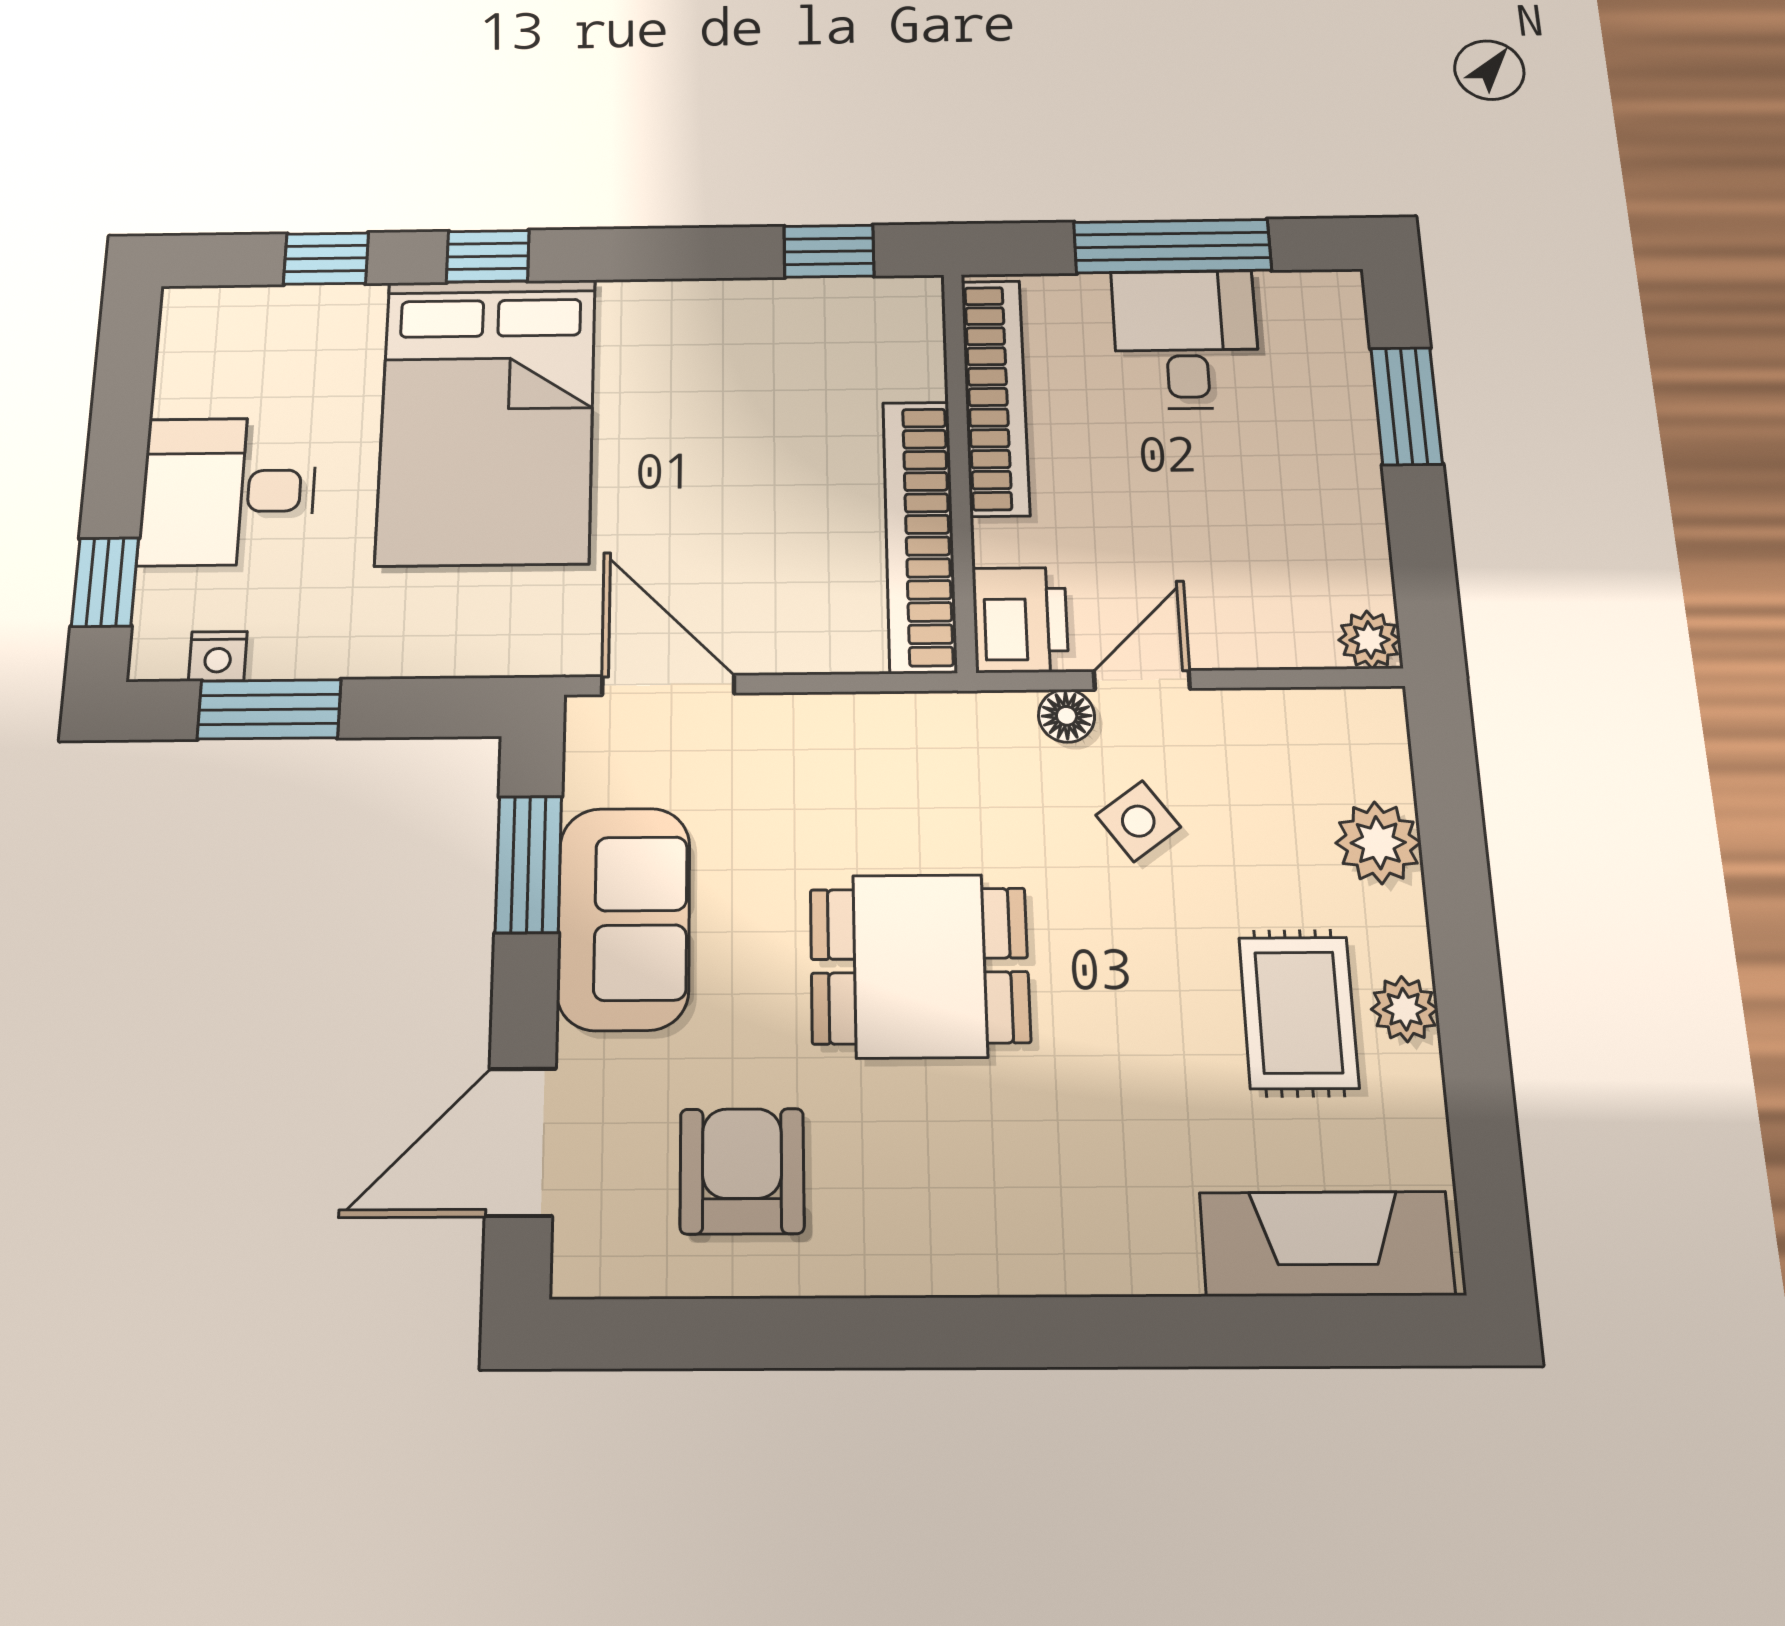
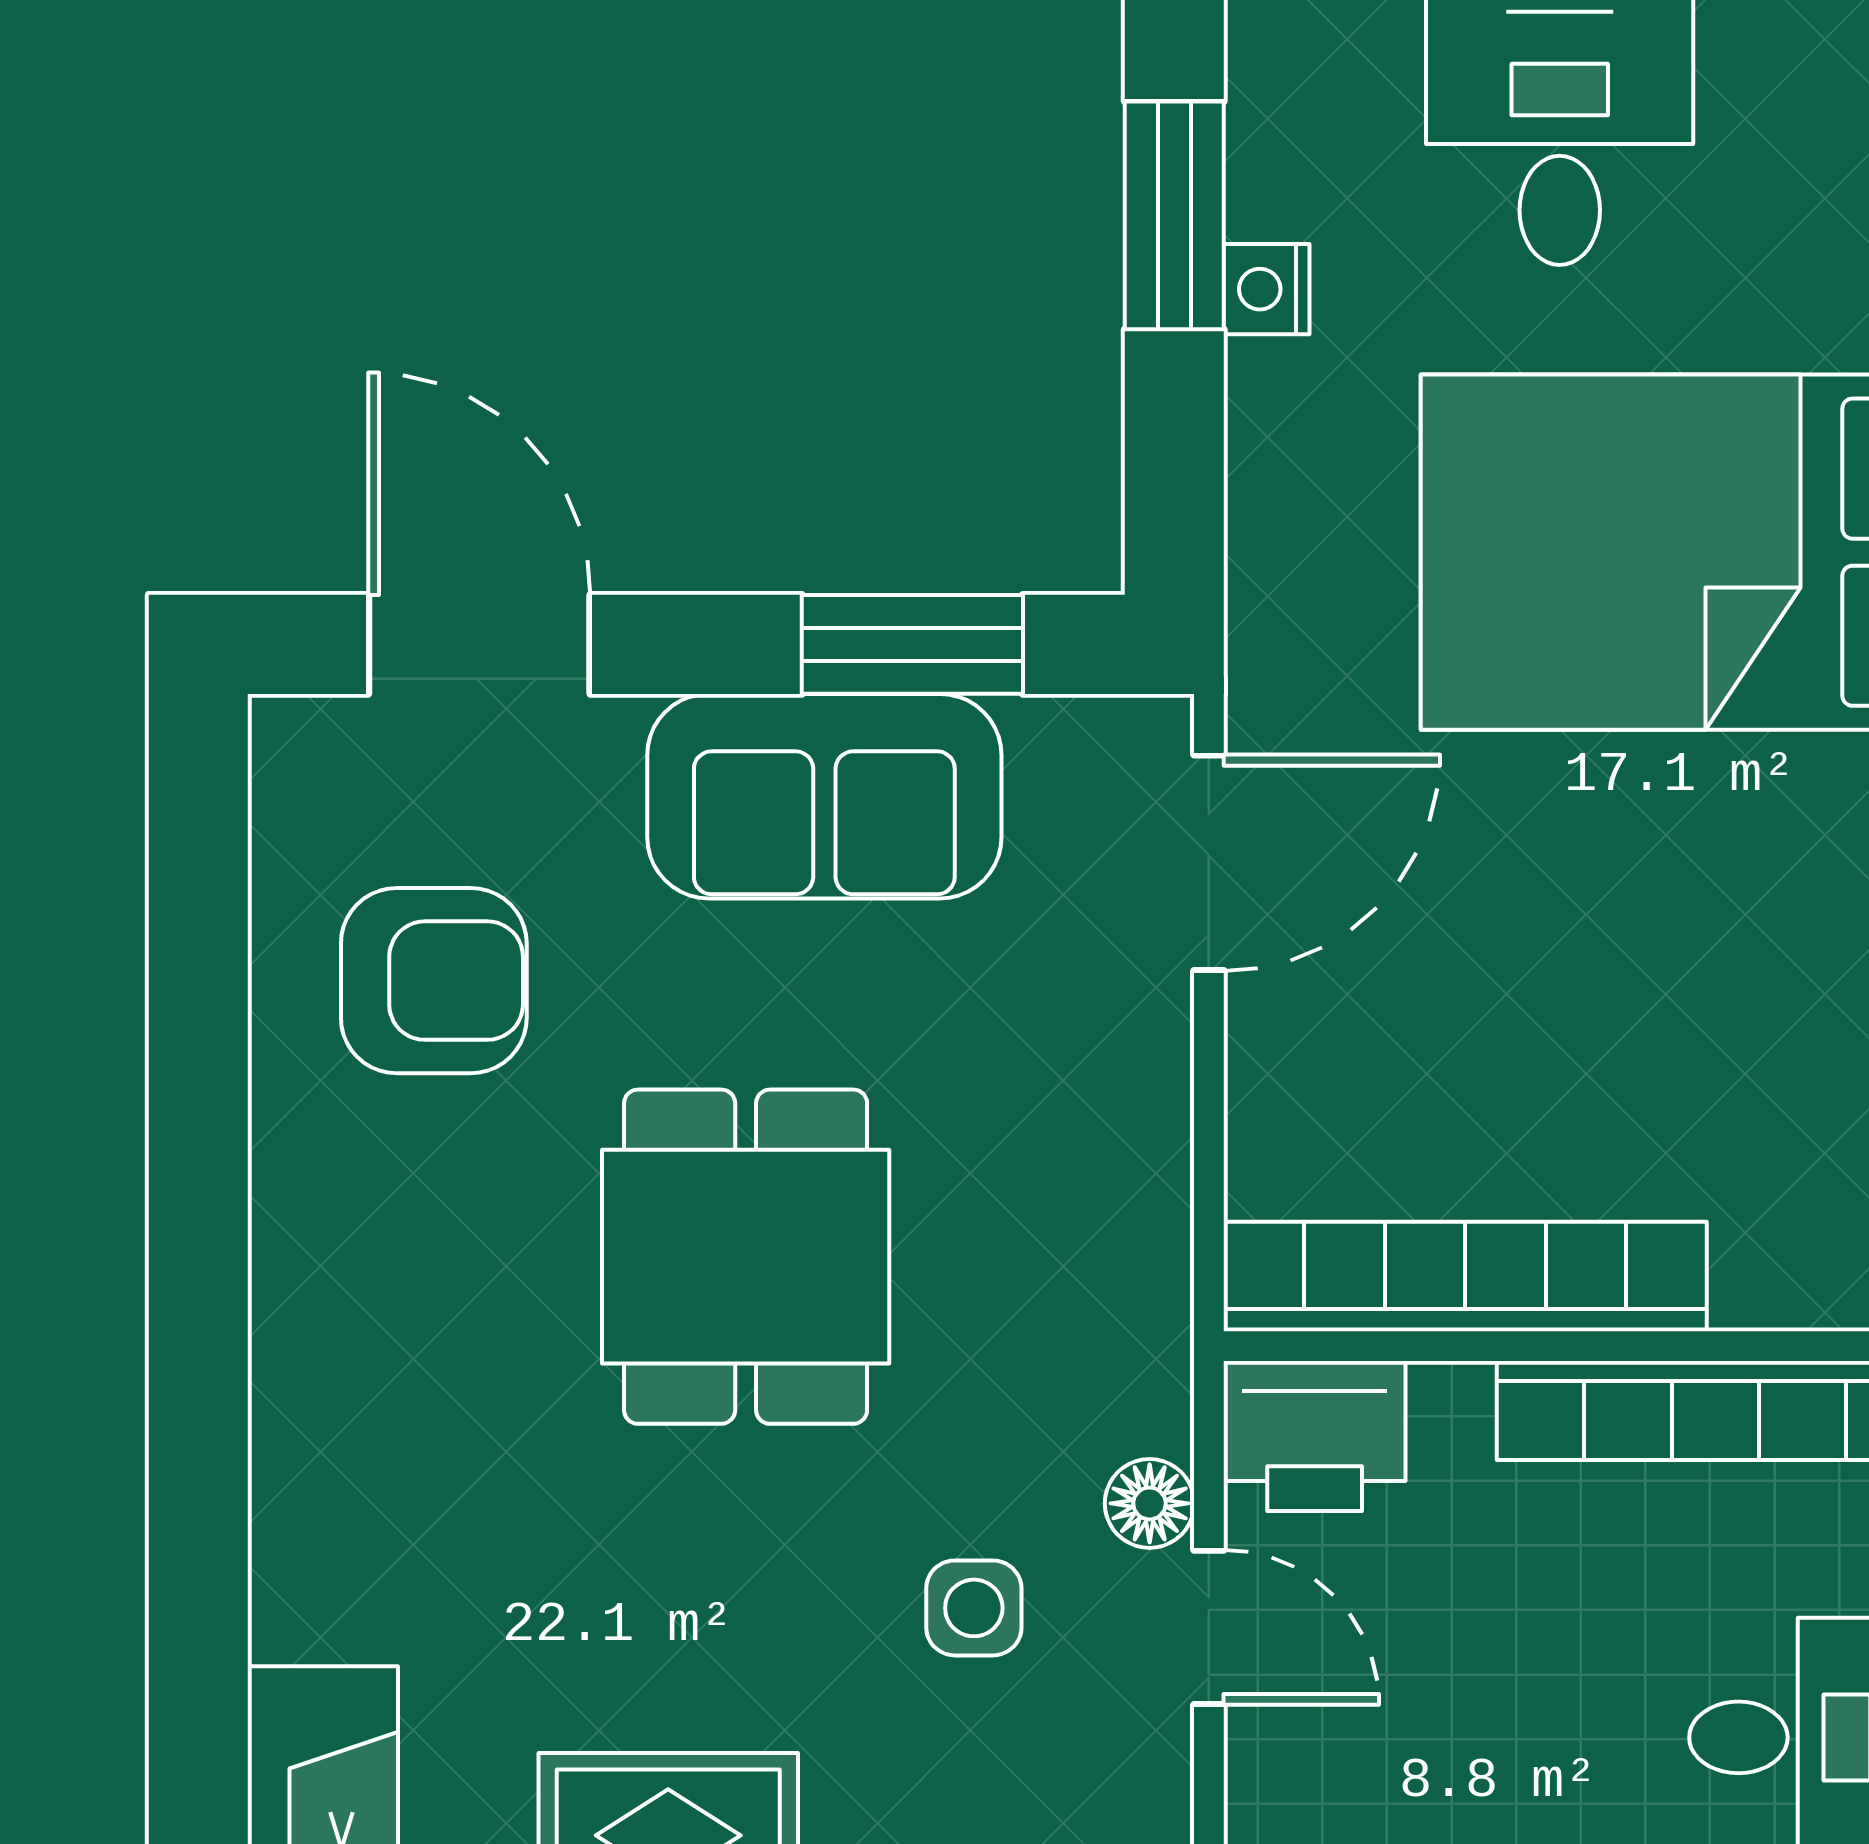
nightstand: (218, 656) -> (1267, 289), moved
side table: (1138, 821) -> (974, 1608), turned 36

